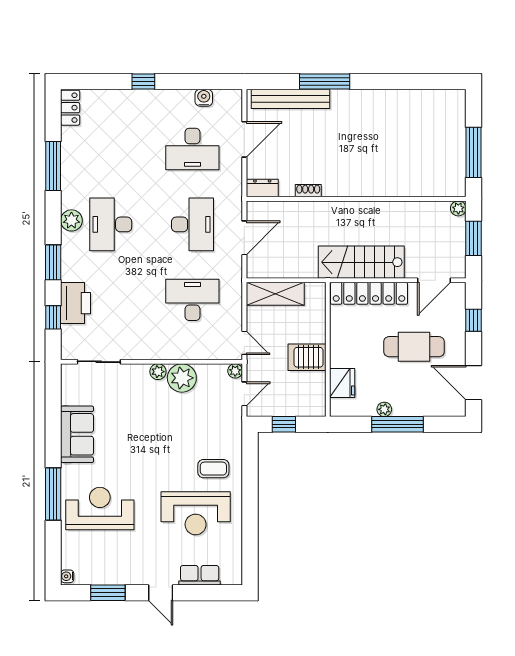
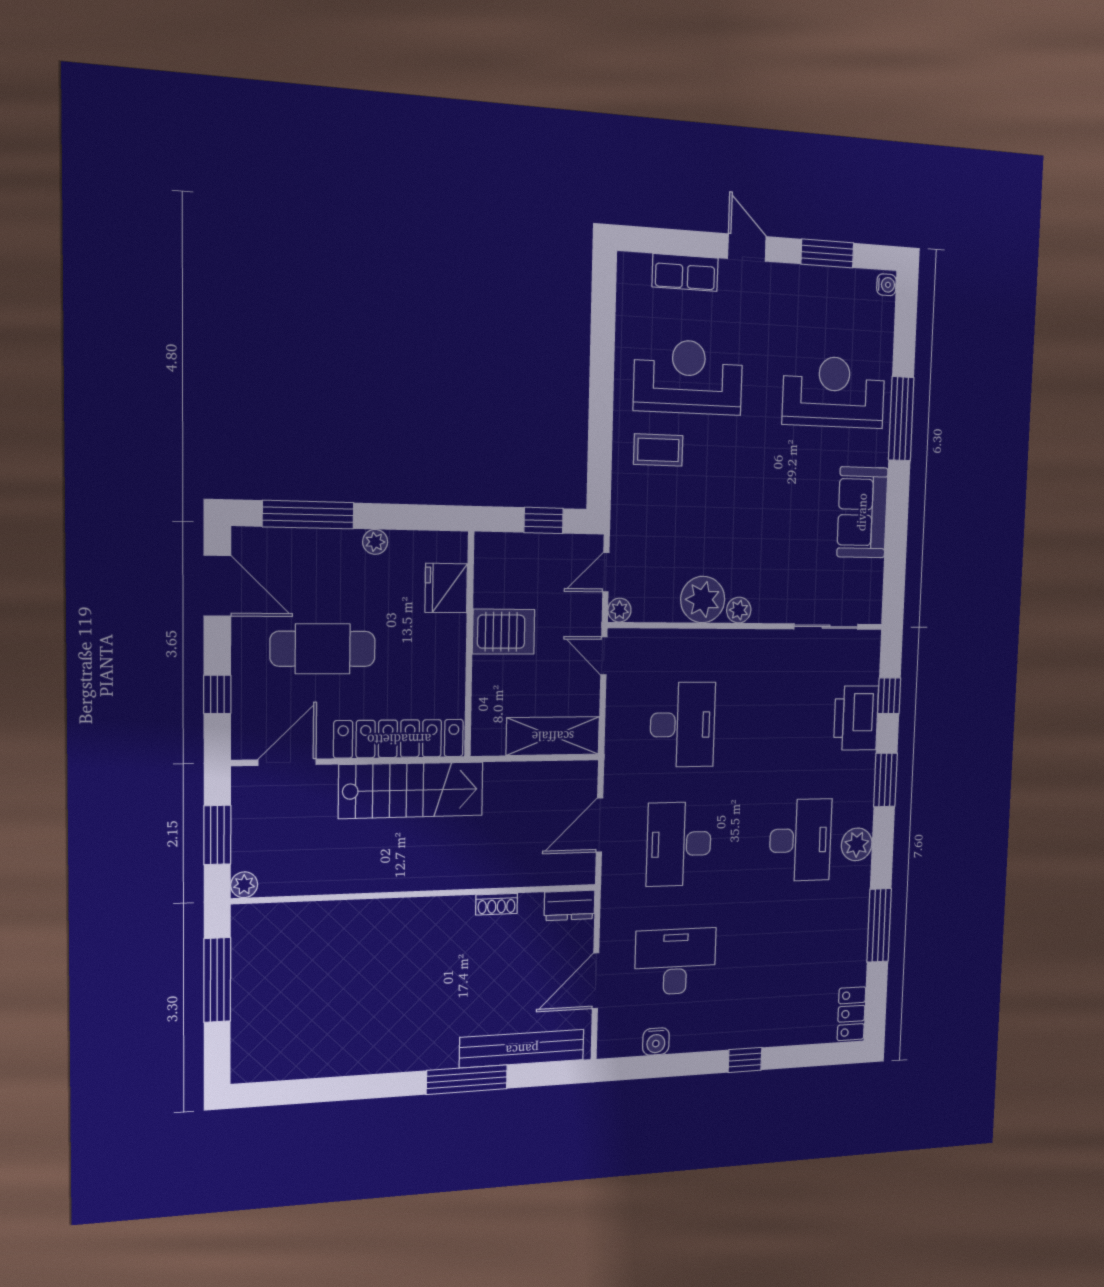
desk: (192, 300) -> (683, 725), turned -90
window: (398, 424) -> (308, 515), moved
reception desk: (100, 508) -> (834, 392), turned 180

